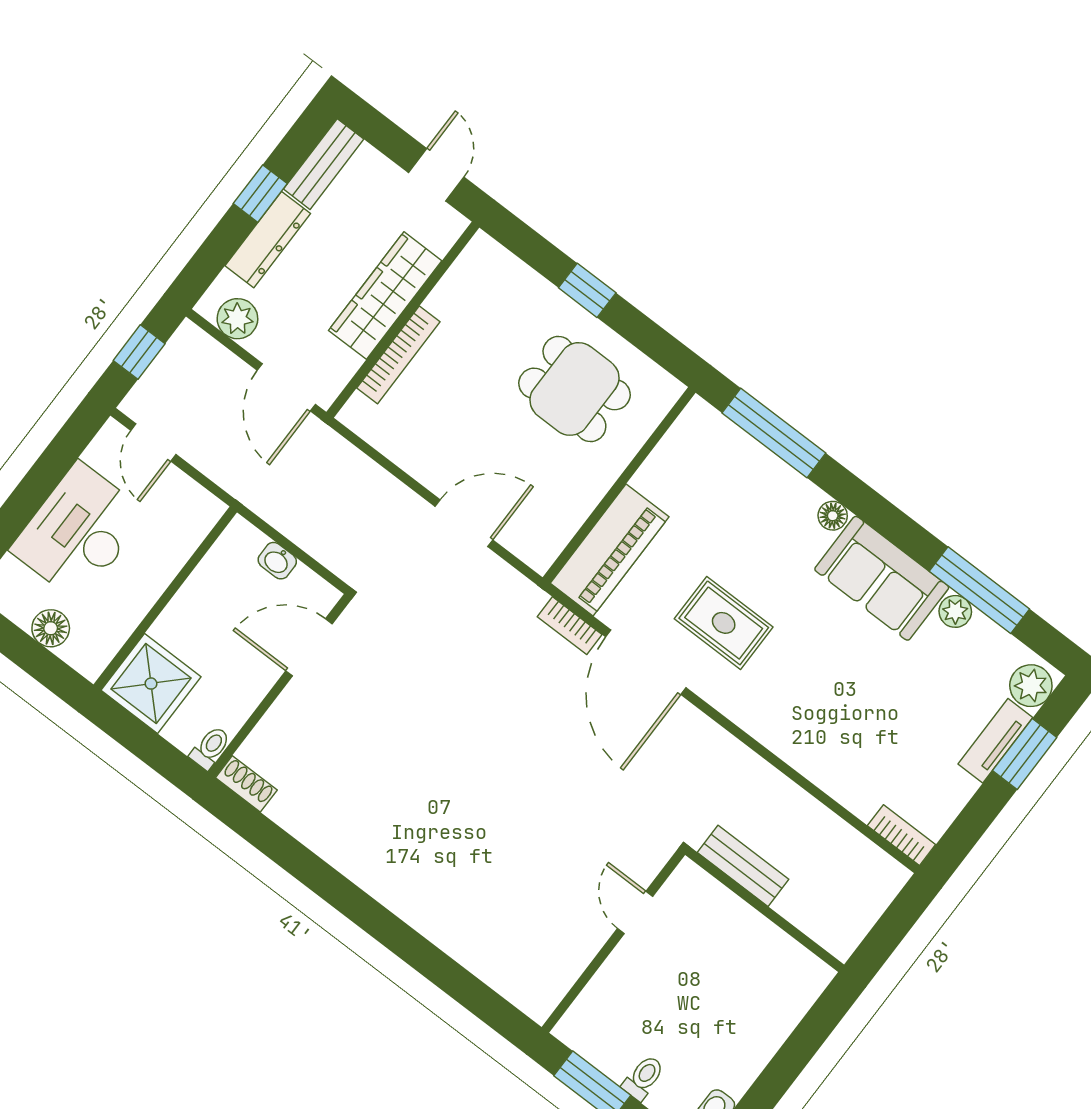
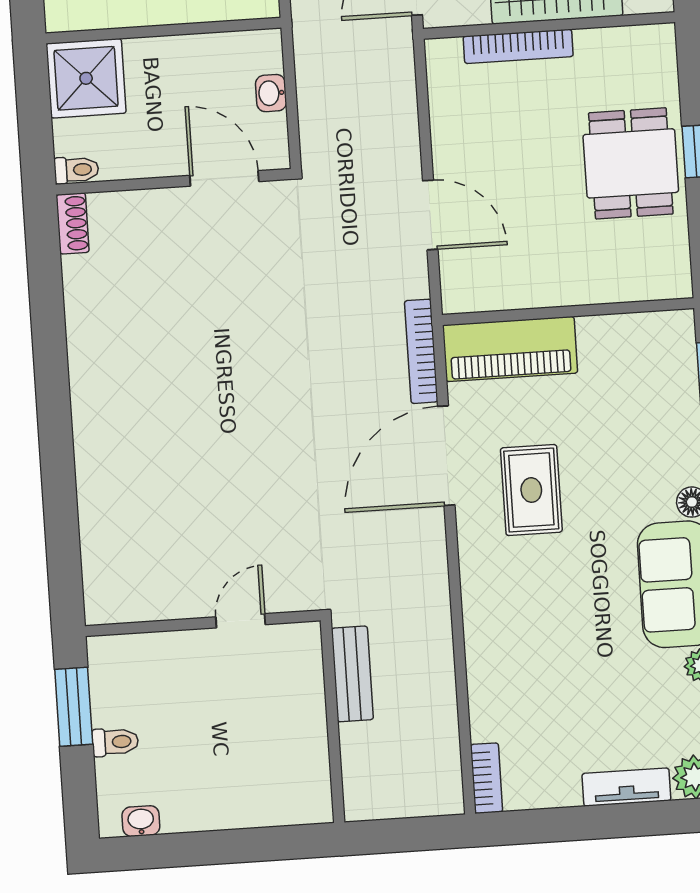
dining table: (574, 389) -> (631, 163), moved
bookcase: (570, 626) -> (421, 351), width x1.56
window: (1025, 754) -> (636, 819), removed

